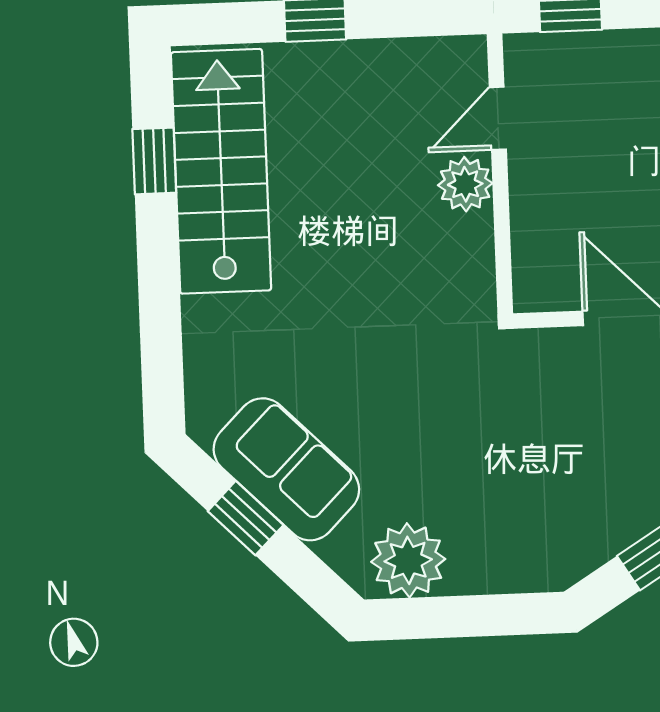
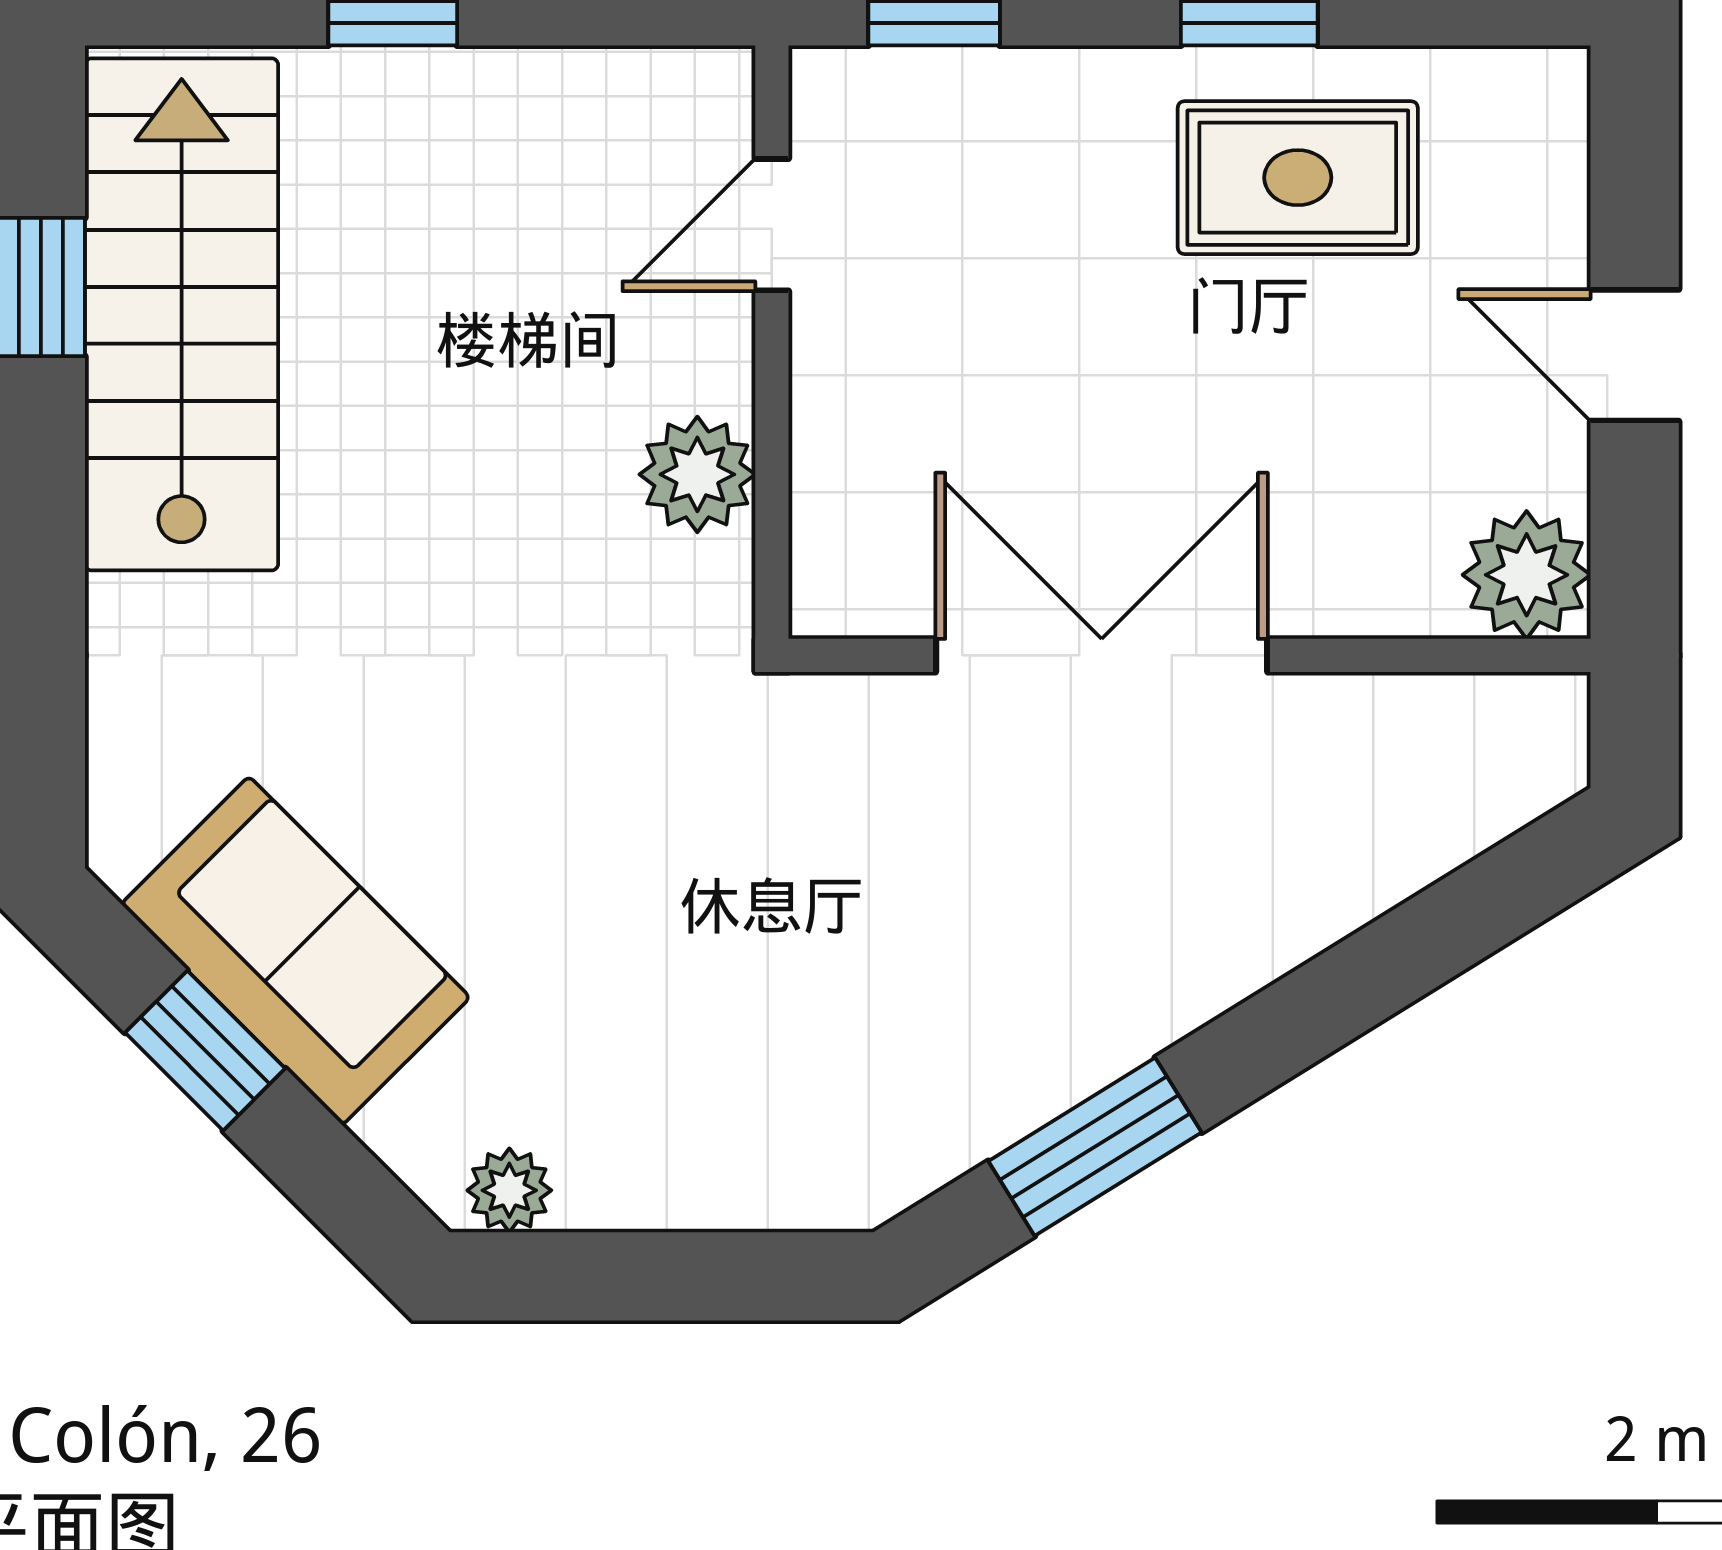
plant: (465, 184) -> (697, 474), moved
plant: (408, 560) -> (509, 1190), width x0.53, depth x0.53

